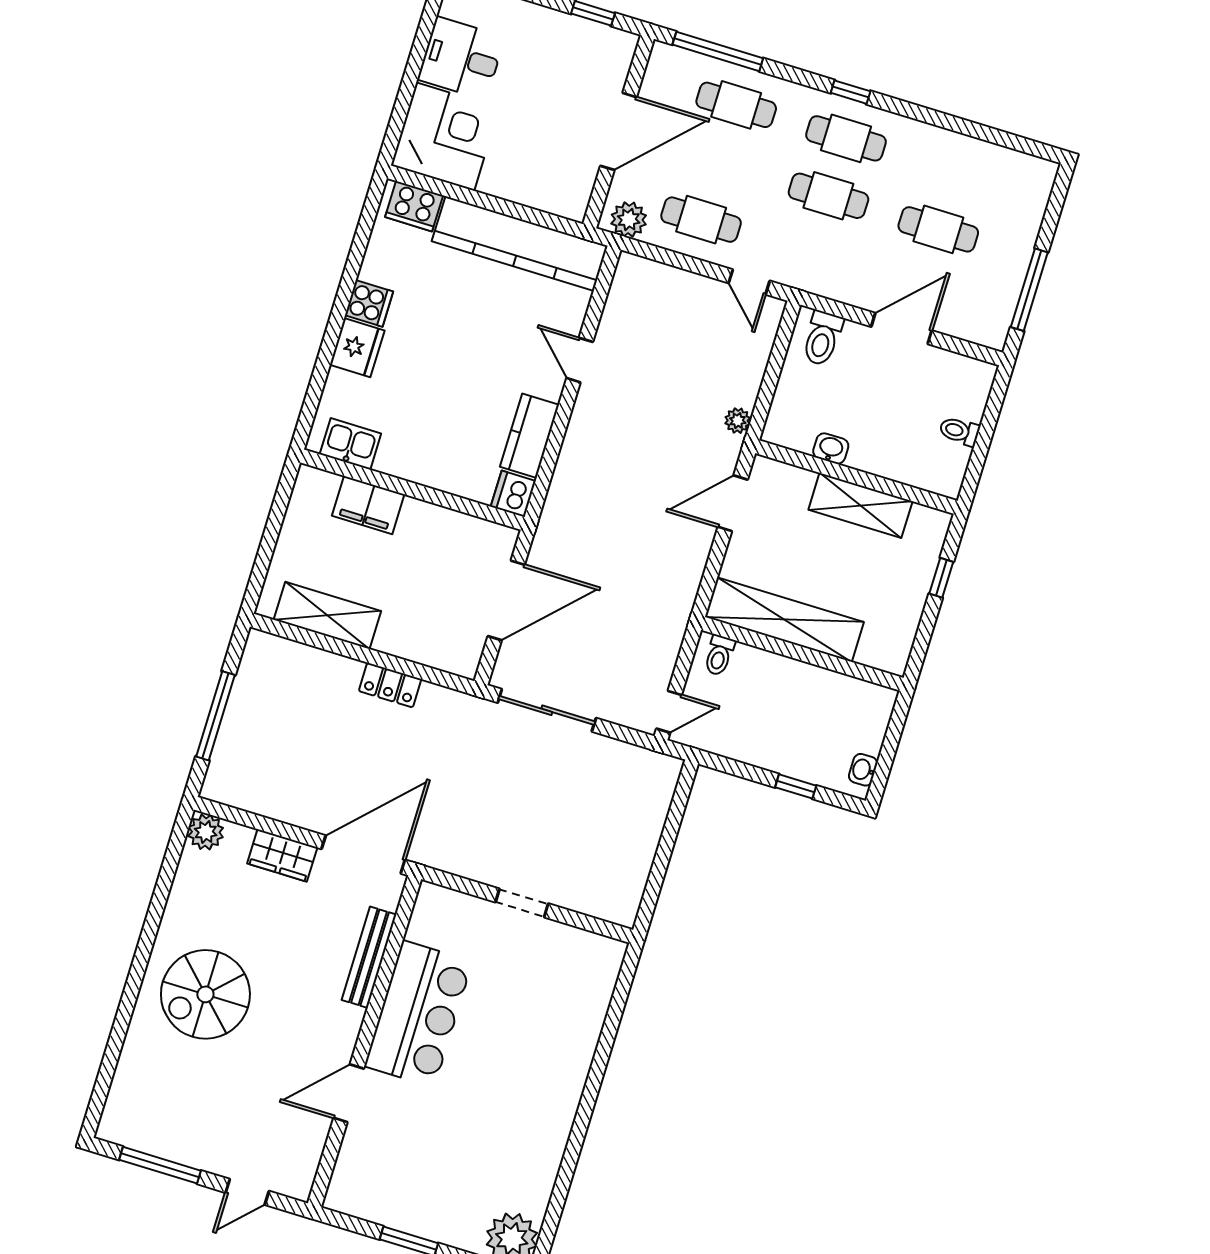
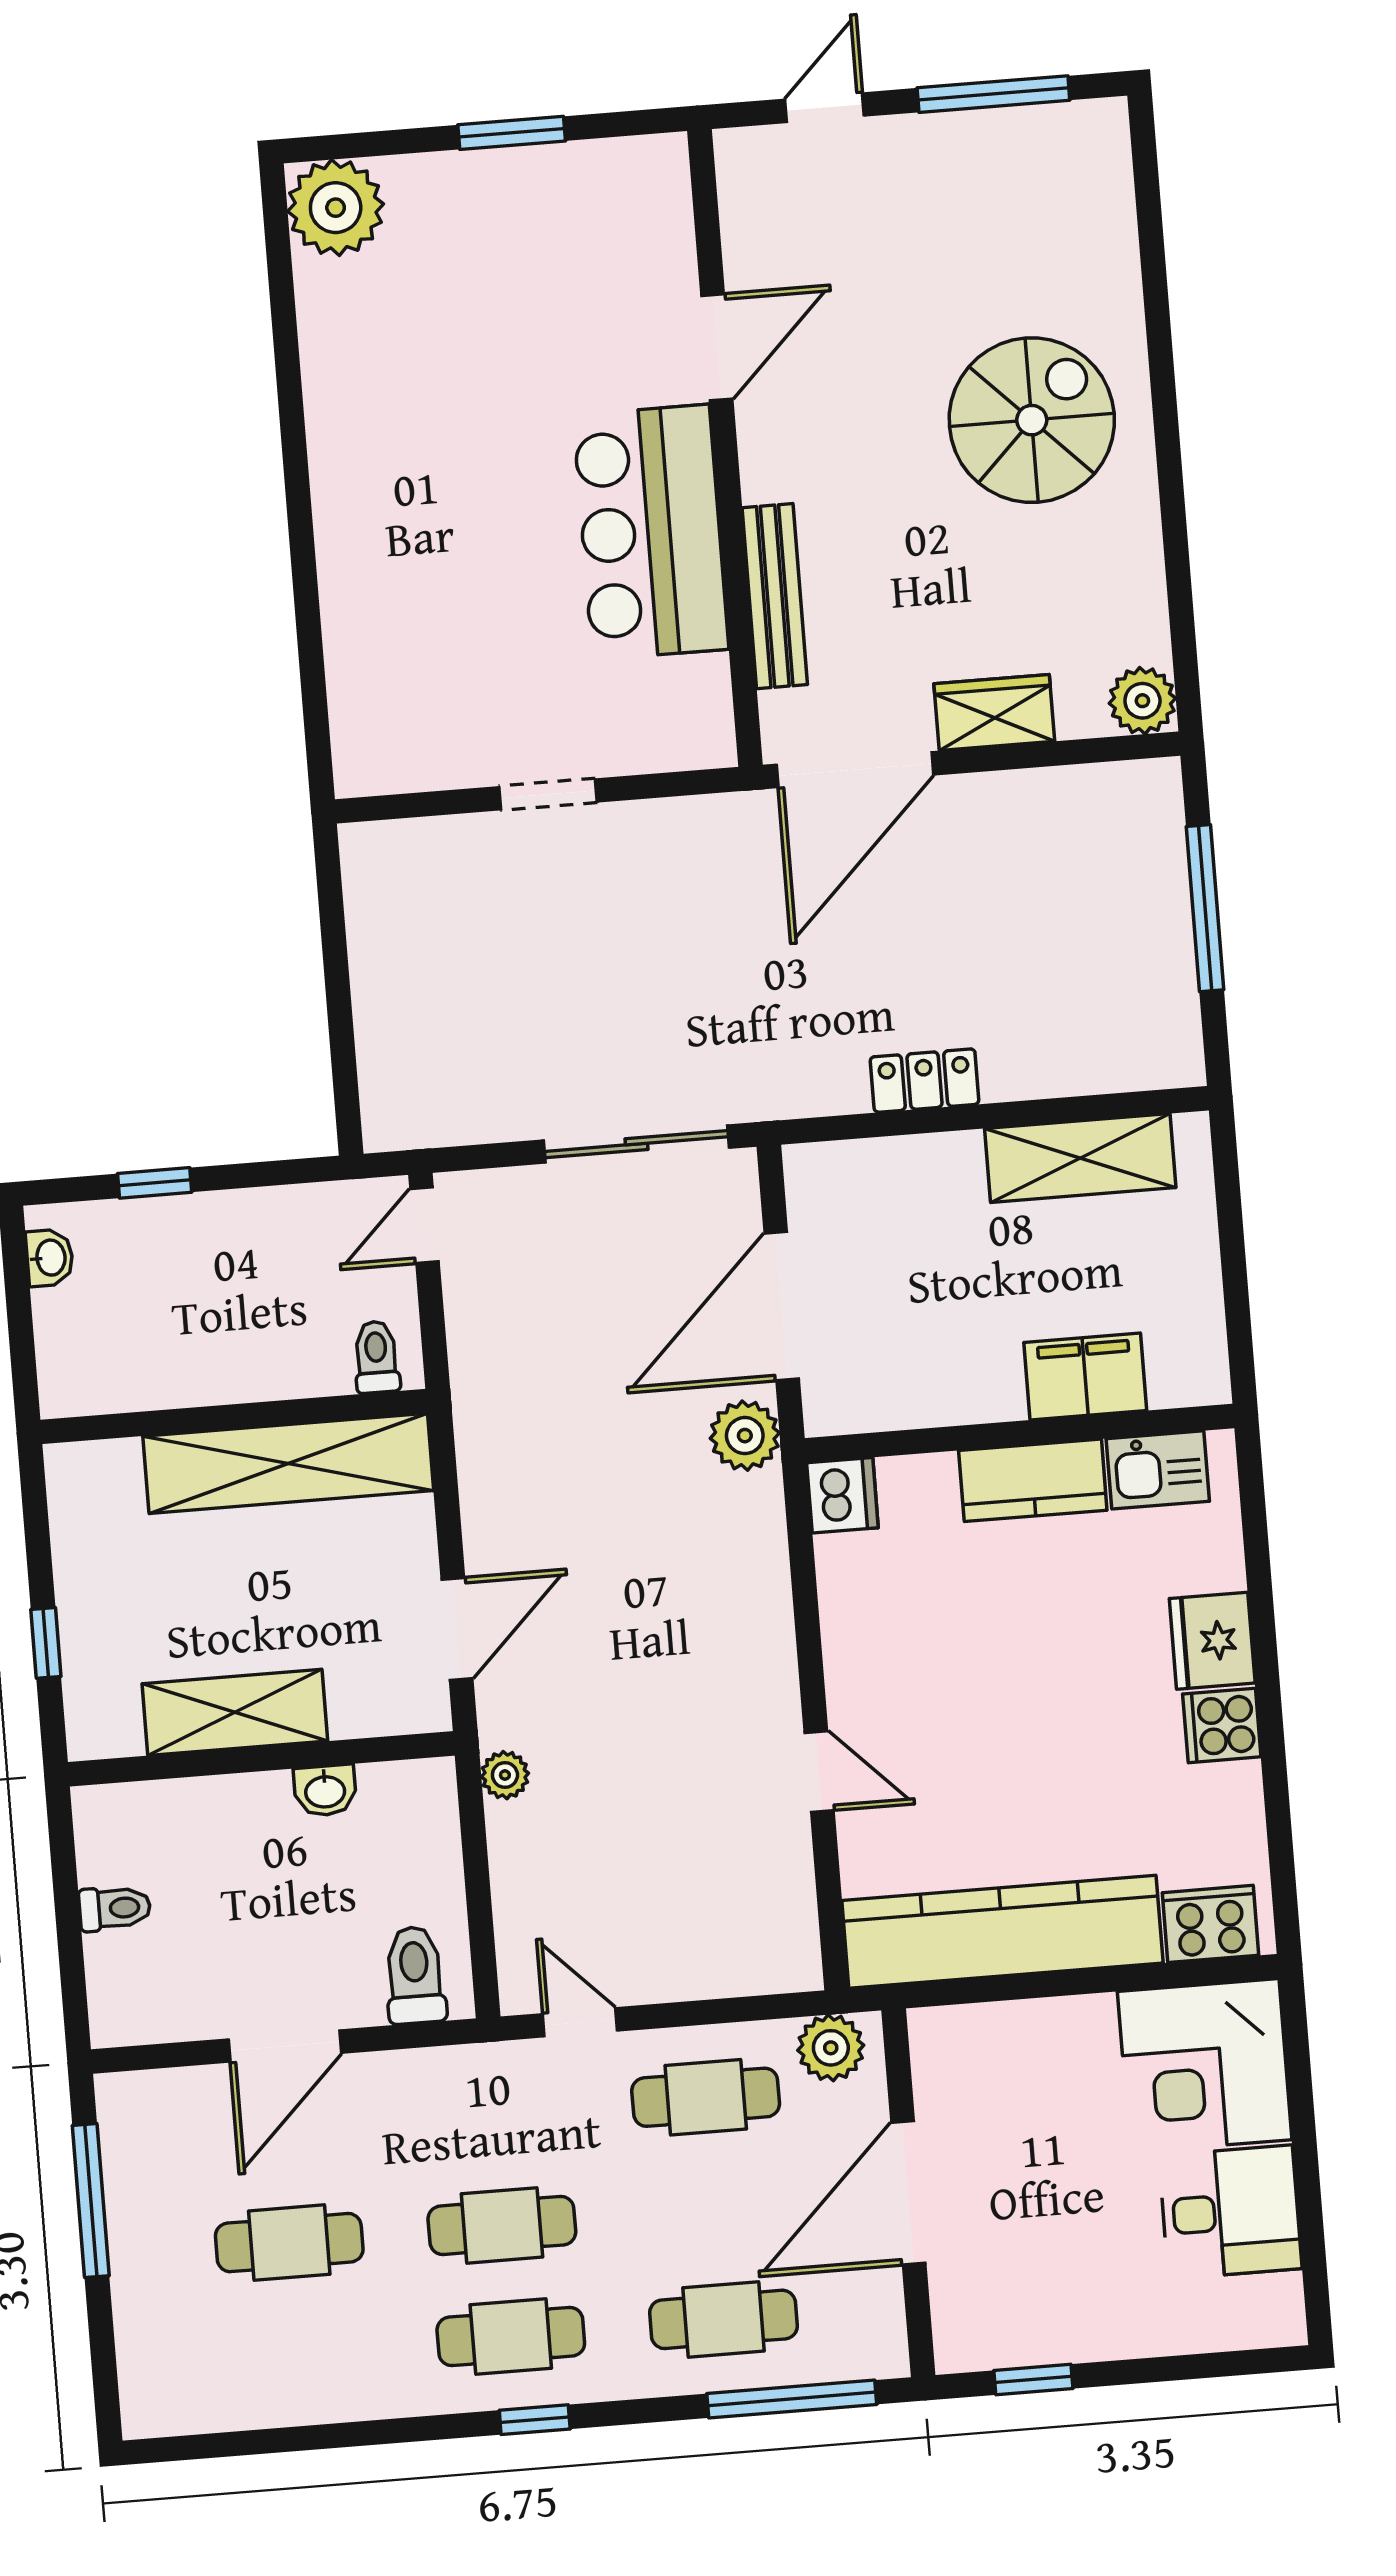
kitchen counter: (530, 436) -> (1033, 1480), moved, turned 90
plant: (550, 543) -> (745, 1436), added

